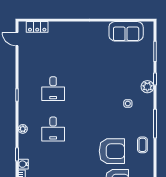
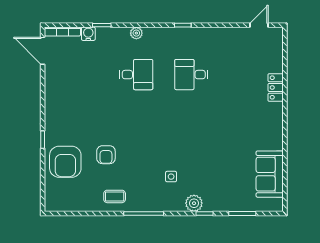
locker: (37, 27) -> (276, 87), moved
desk: (53, 129) -> (136, 75), turned 180
armchair: (112, 151) -> (106, 155), width x0.53, depth x0.53

